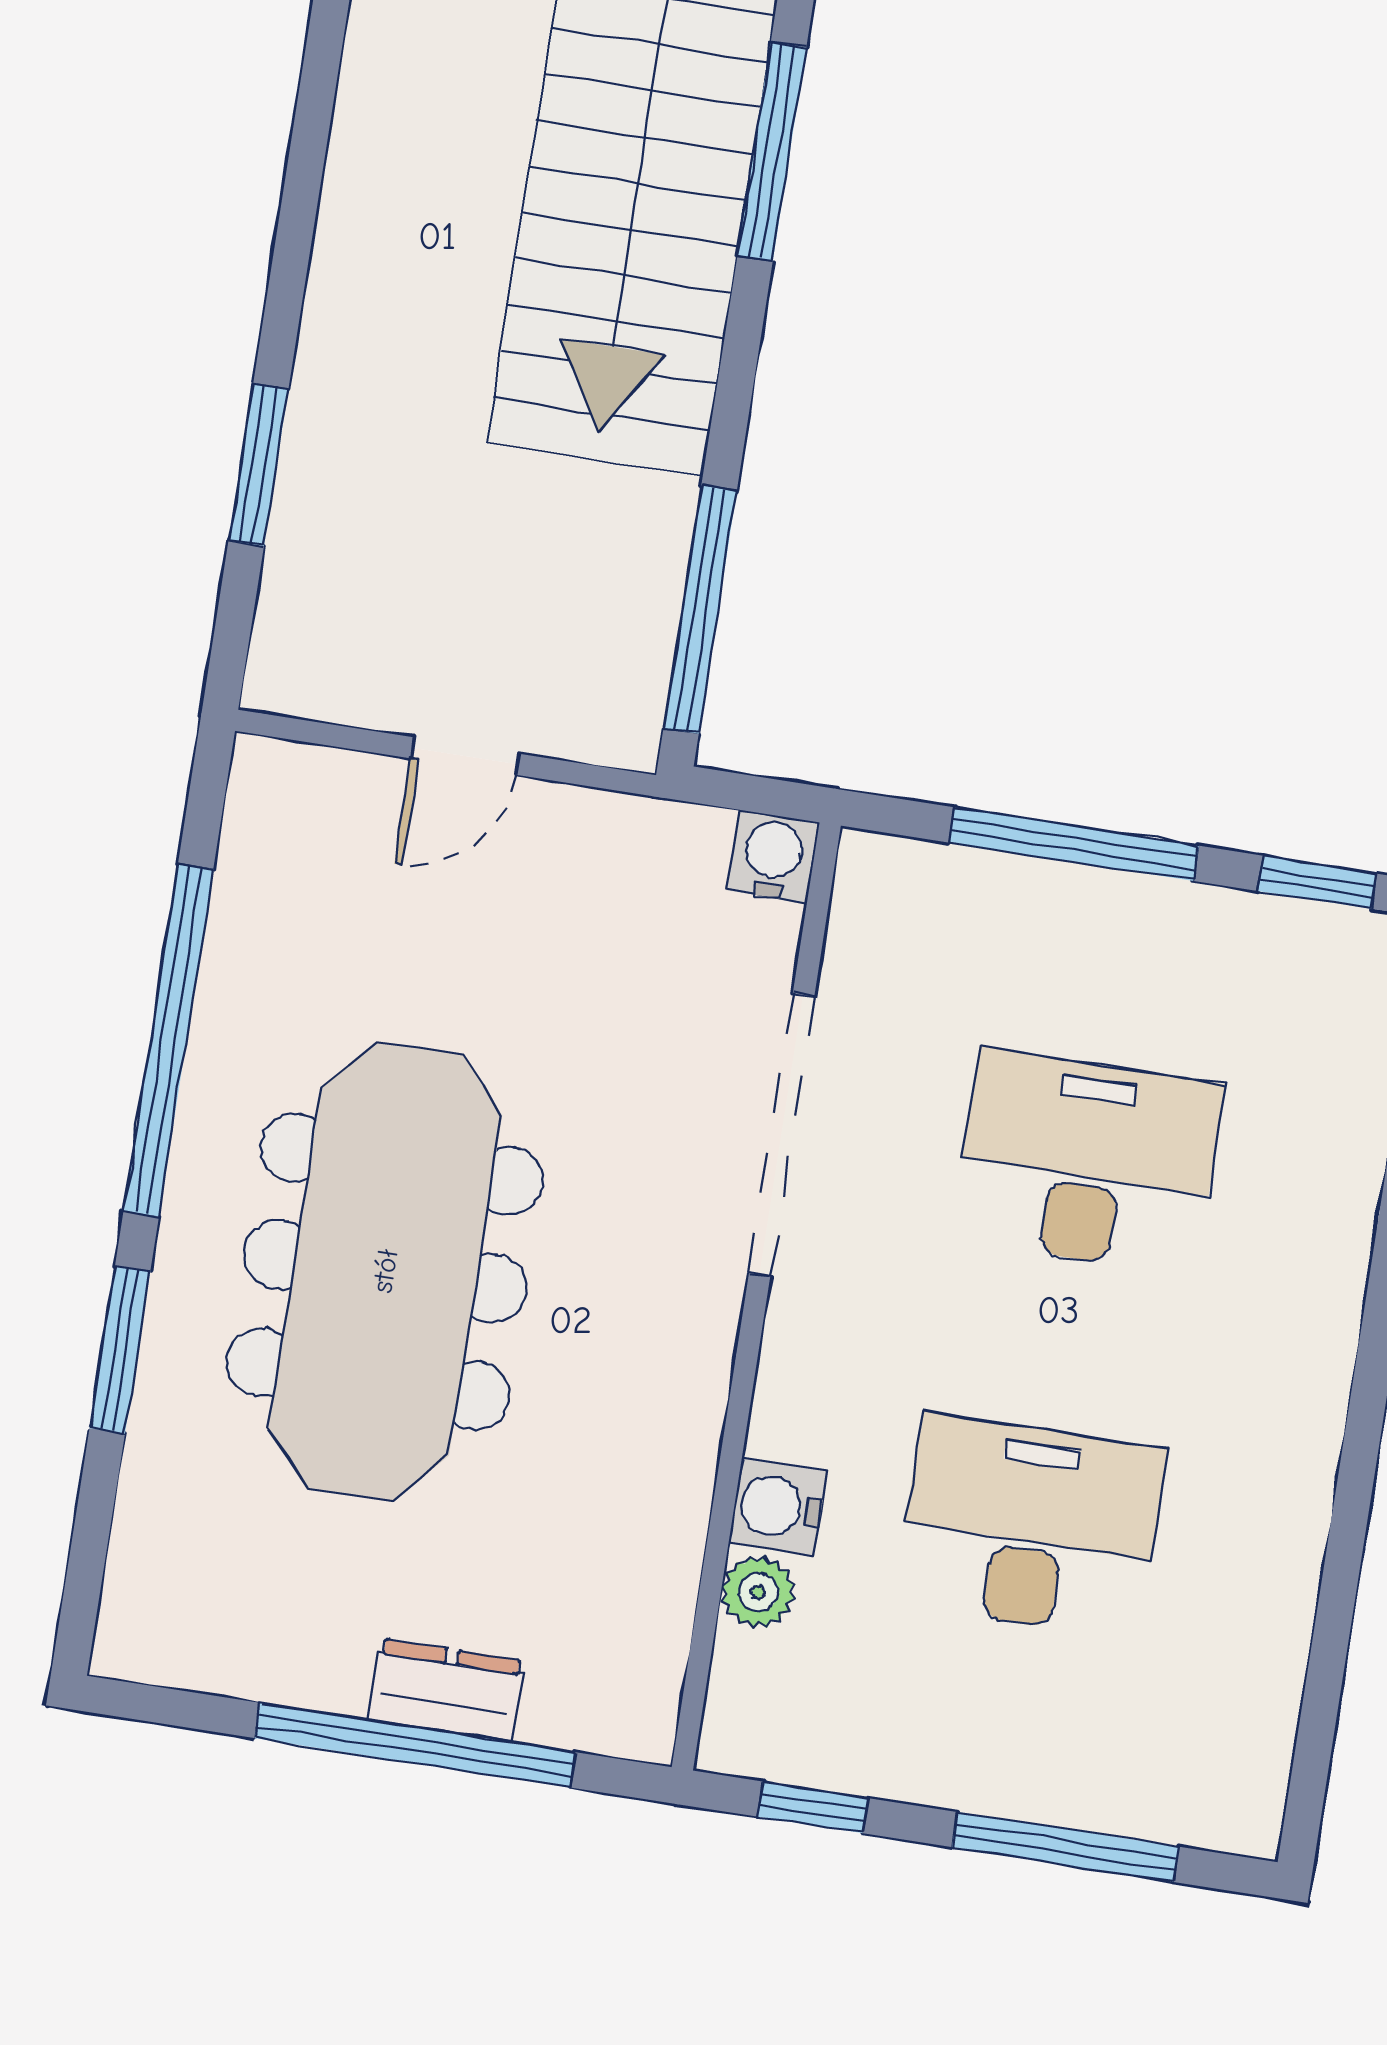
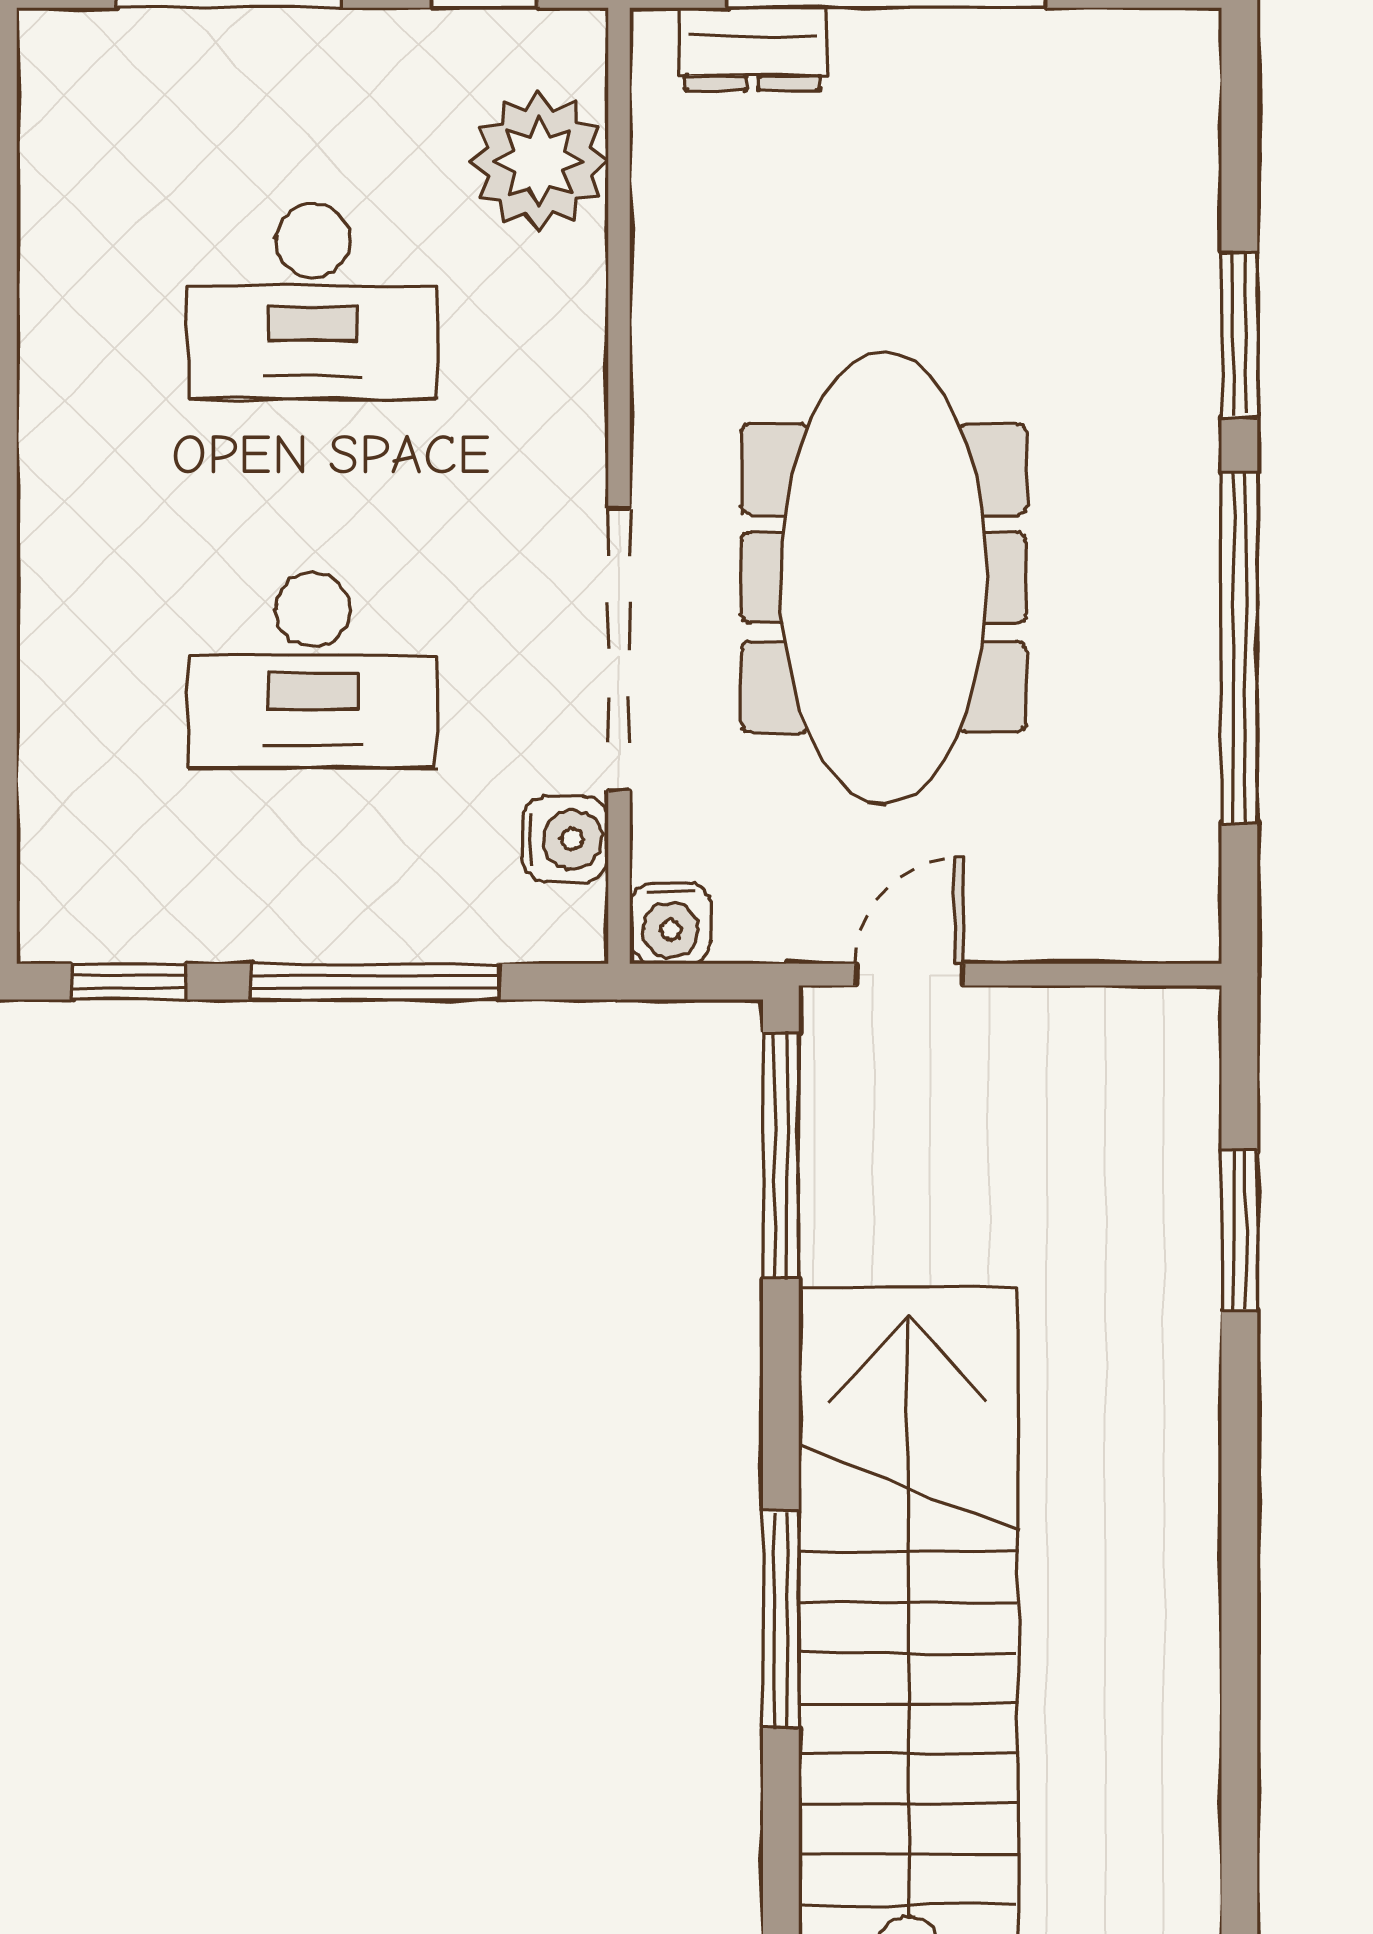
door: (465, 756) -> (909, 975), moved
meeting table: (385, 1271) -> (884, 578), moved
water cooler: (778, 1507) -> (565, 839), moved
plant: (758, 1592) -> (539, 162), width x1.88, depth x1.88
dresser: (447, 1690) -> (753, 49), moved

